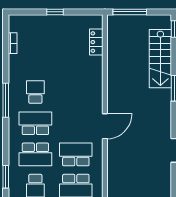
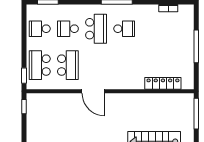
window: (55, 12) -> (196, 46), width x2.17
locker: (96, 42) -> (163, 83), width x1.53
school desk: (35, 154) -> (68, 29), width x0.54

